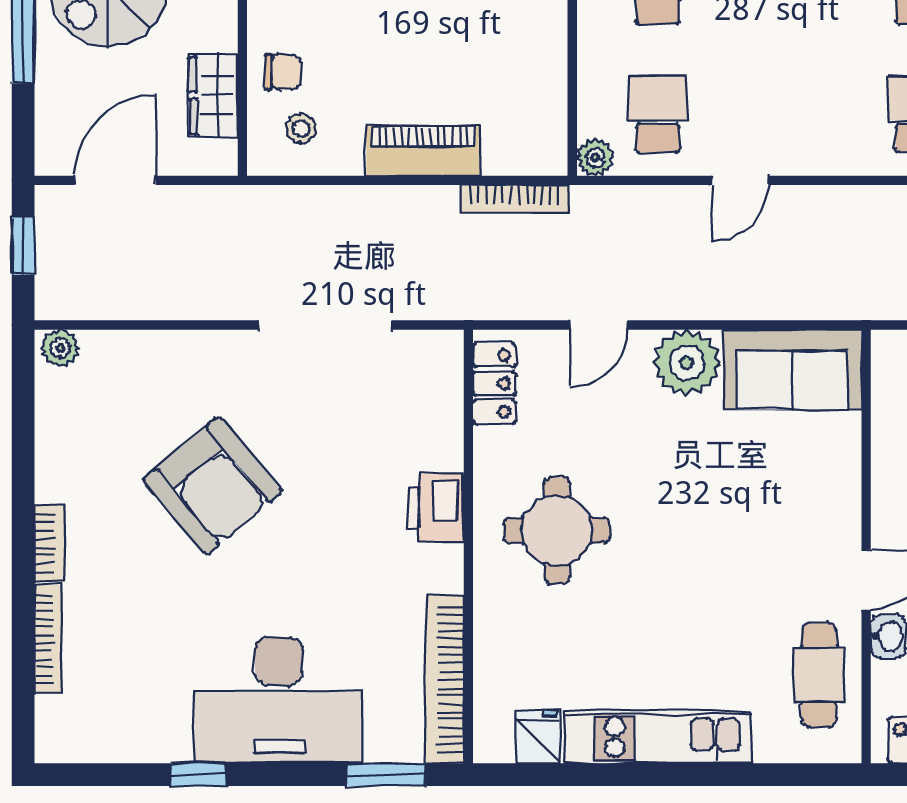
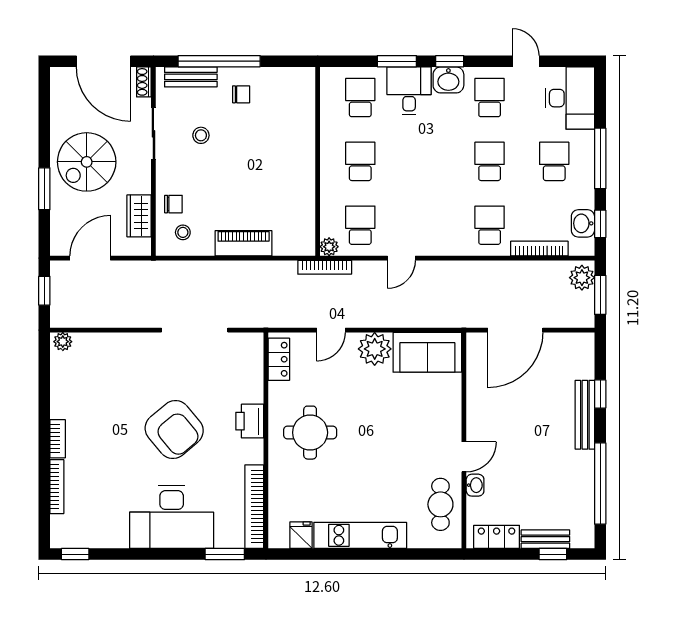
bookcase: (514, 199) -> (325, 267), moved
armchair: (212, 486) -> (174, 430), moved
window: (198, 775) -> (75, 554), moved

